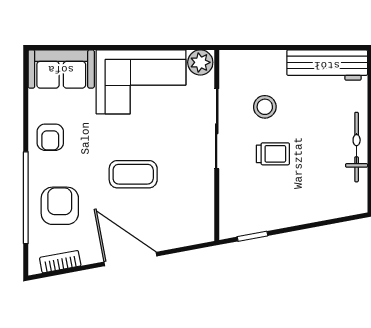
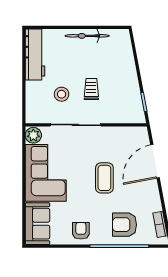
armchair: (50, 137) -> (81, 231), turned -90
door: (130, 259) -> (155, 161), moved

